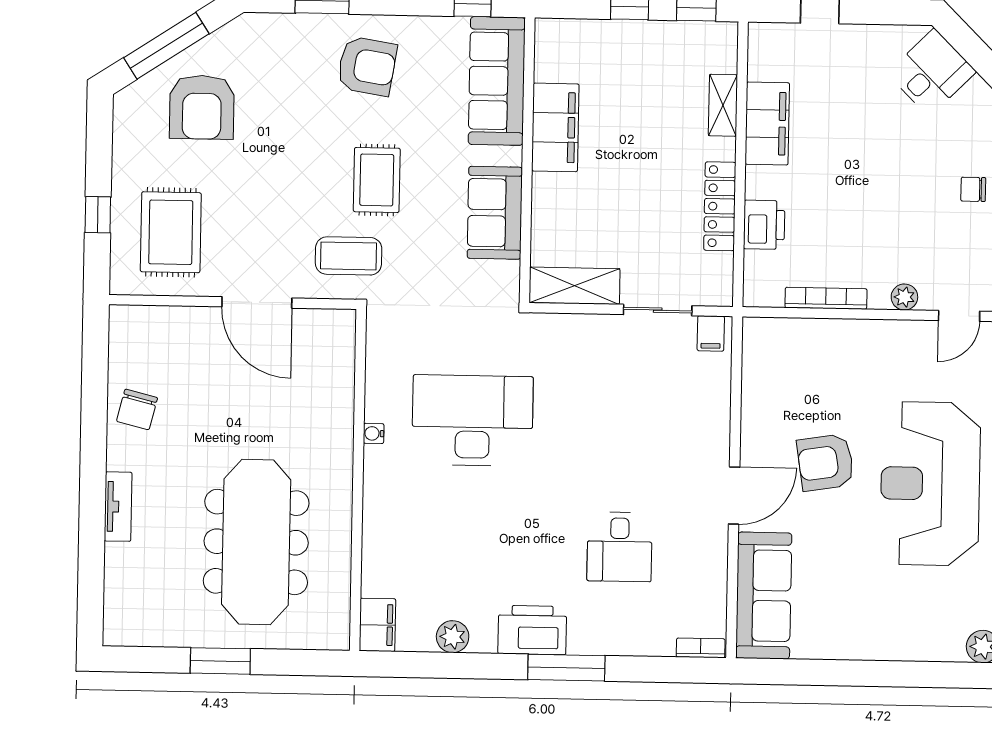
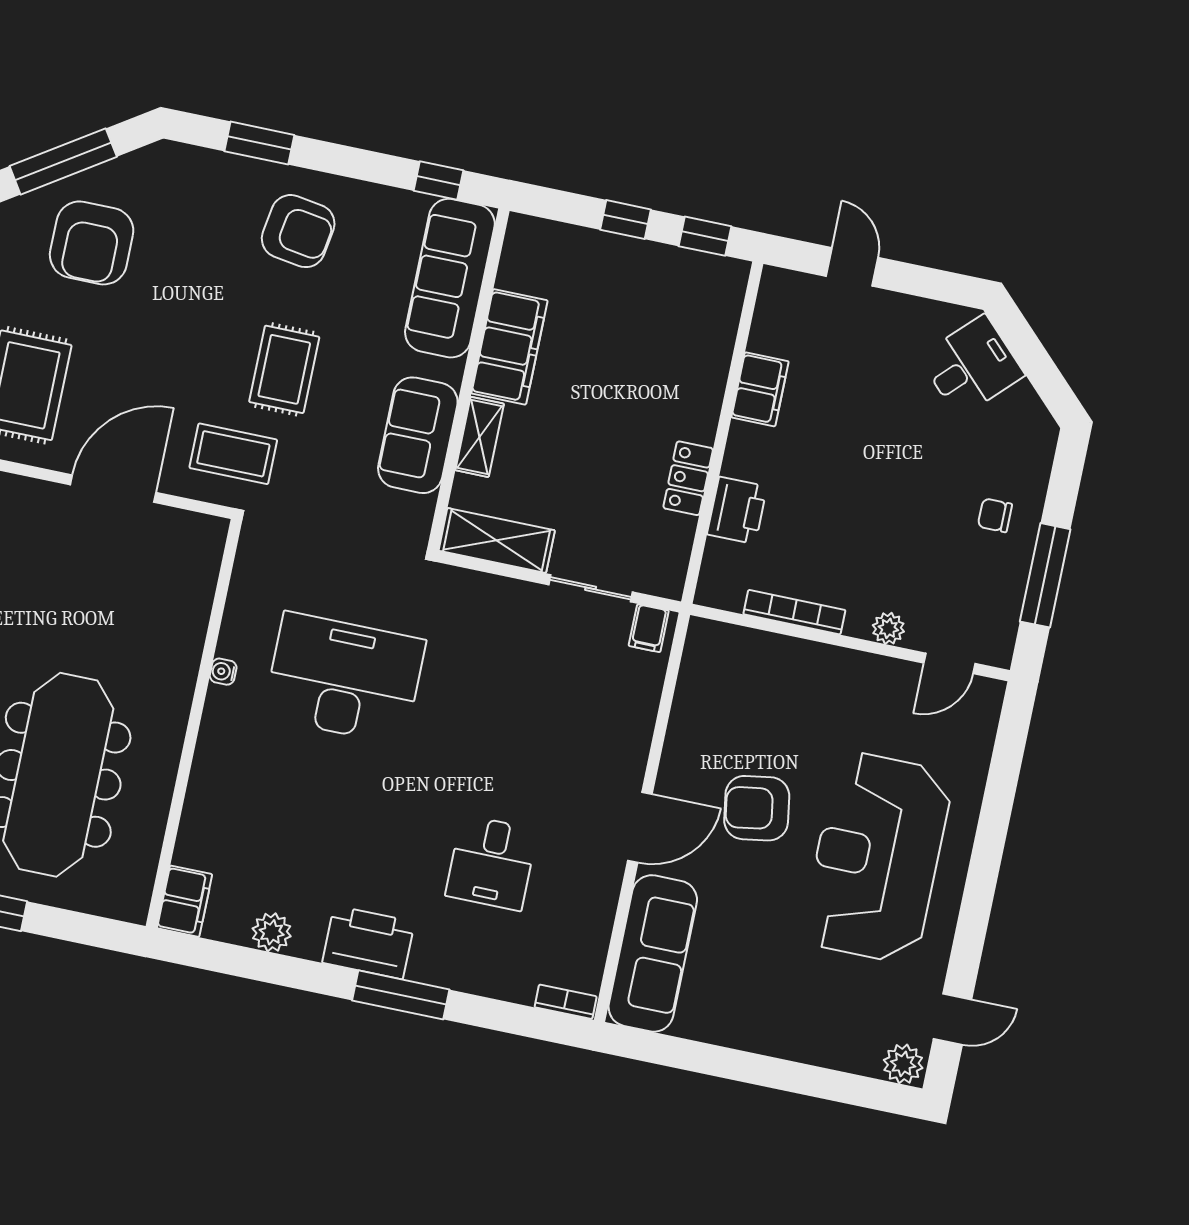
shelving: (723, 105) -> (480, 437), moved
filing cabinet: (767, 123) -> (760, 389), width x0.67, depth x0.86
locker: (720, 206) -> (688, 478), width x0.66
door: (257, 302) -> (113, 489), swing flipped

